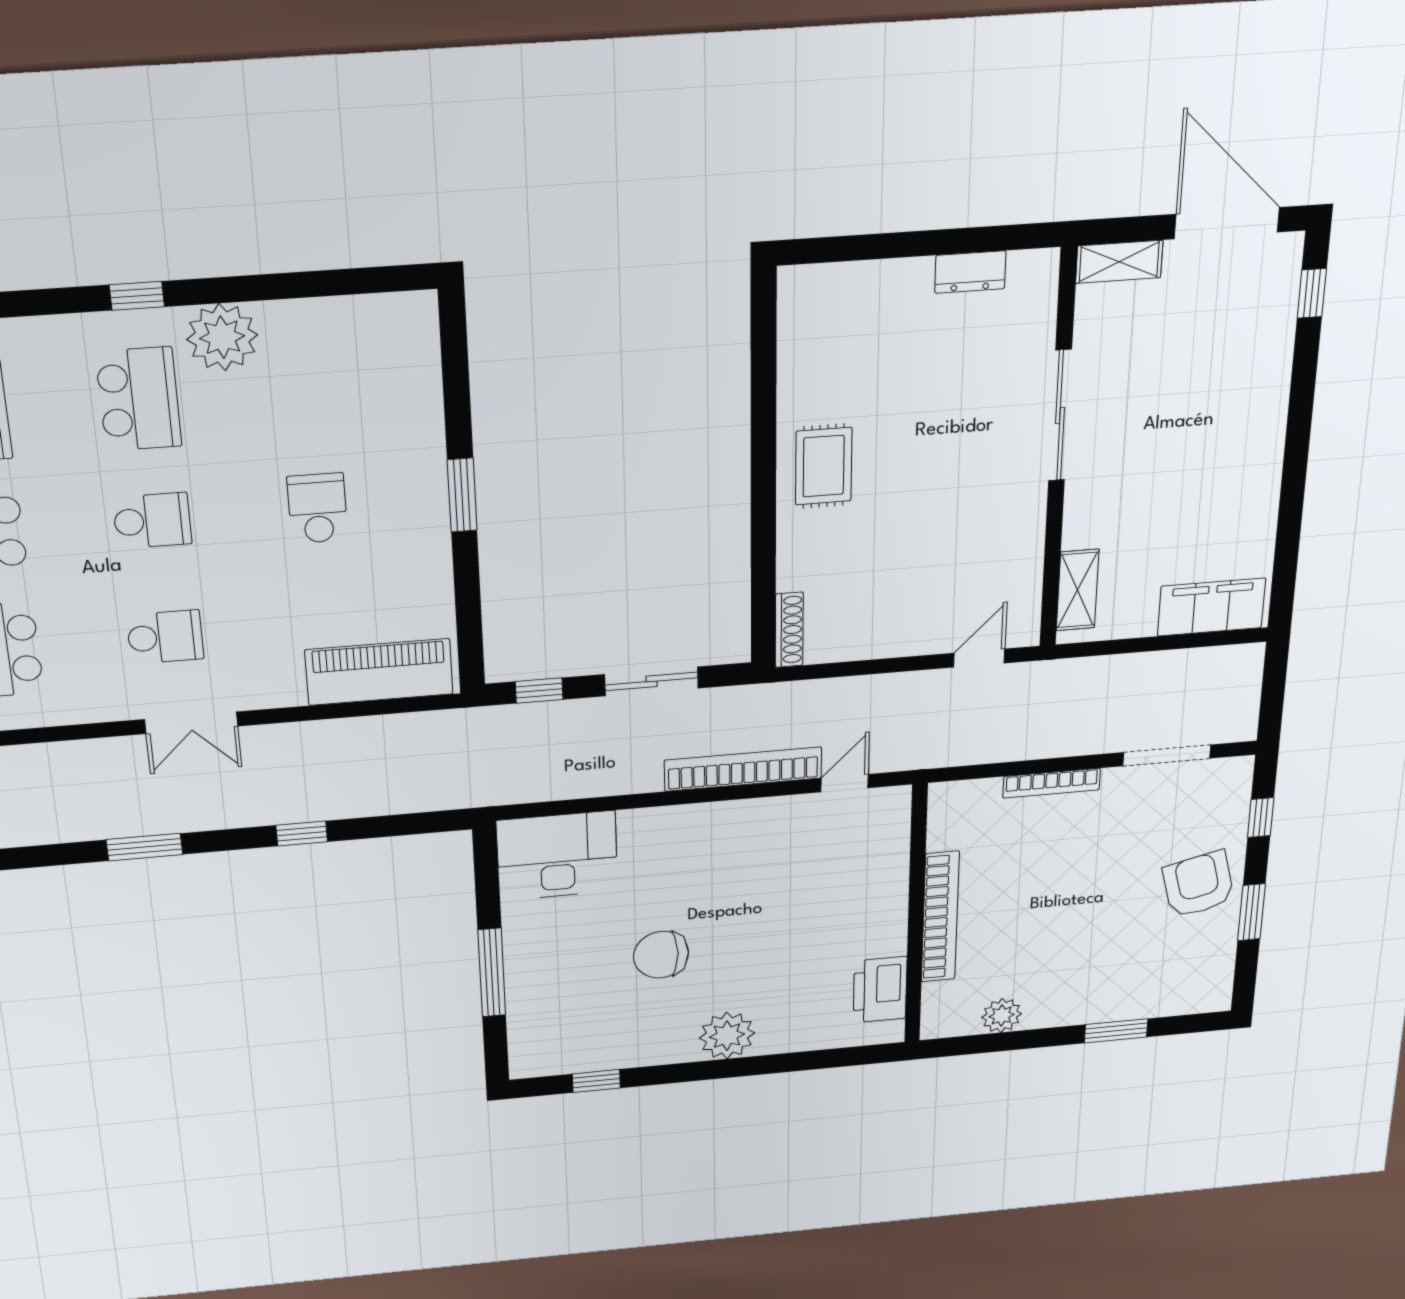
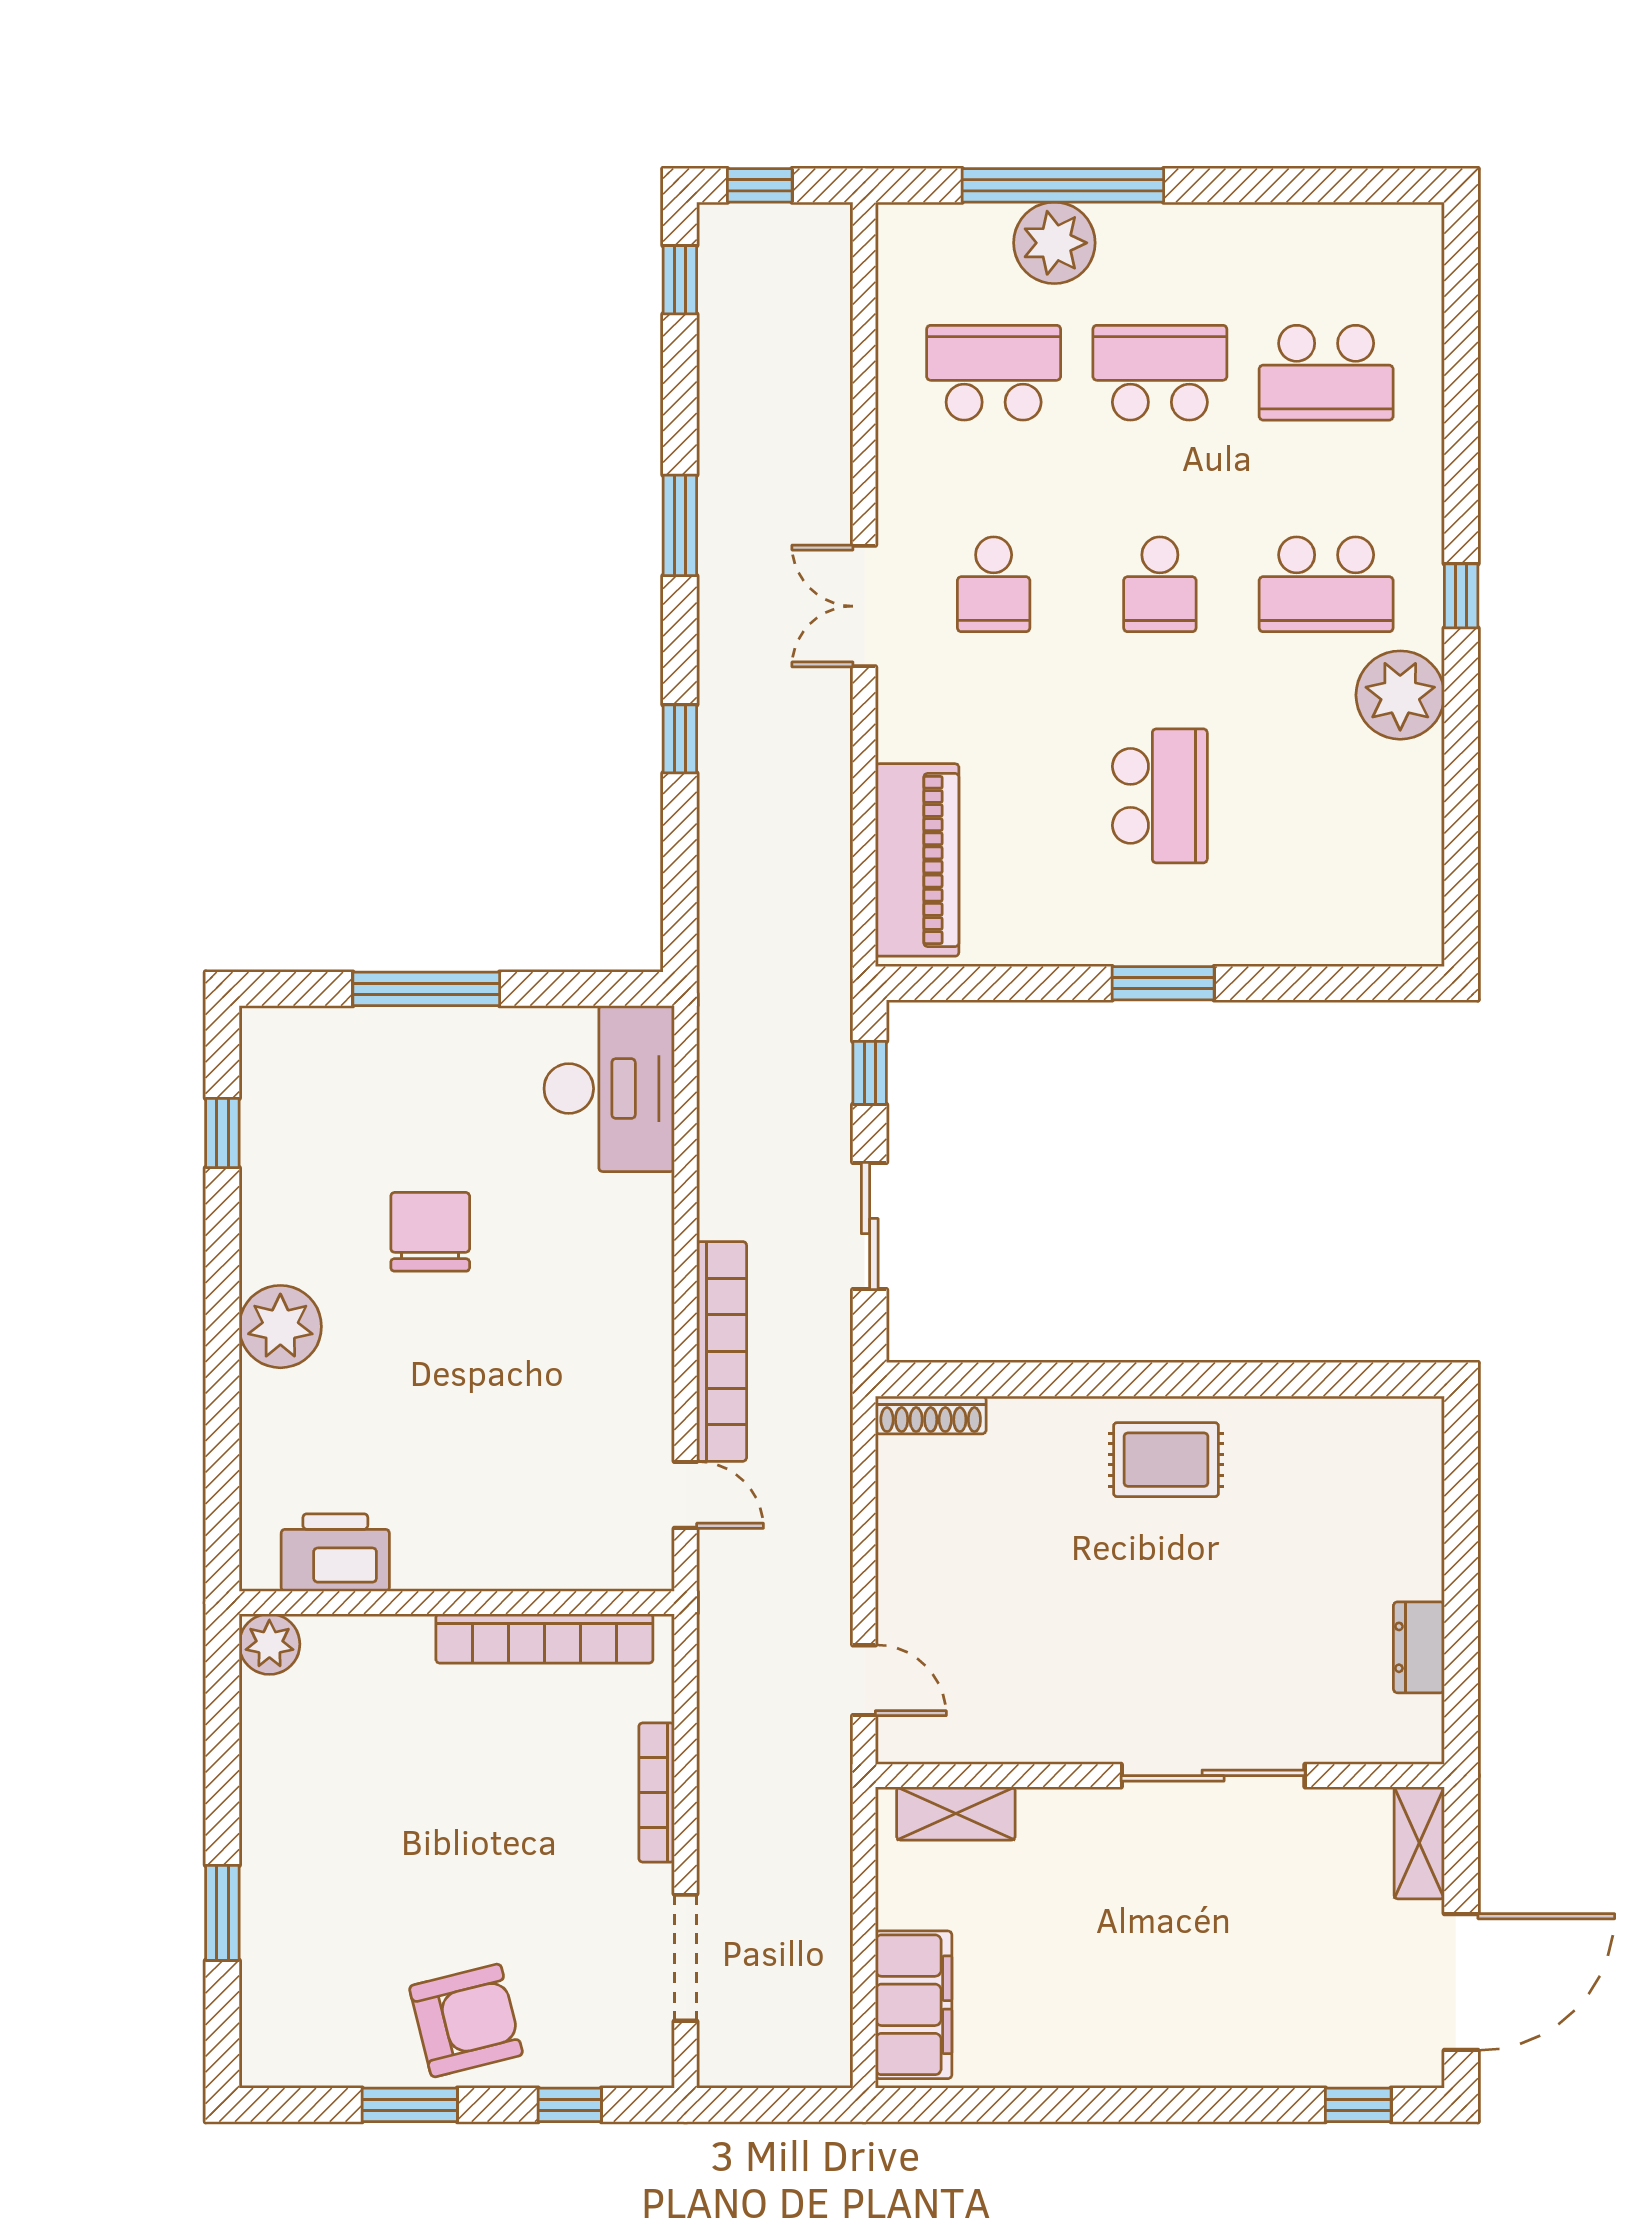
school desk: (318, 508) -> (1160, 796), width x1.85
bookcase: (940, 917) -> (544, 1638), moved
plant: (1002, 1016) -> (269, 1644), moved

